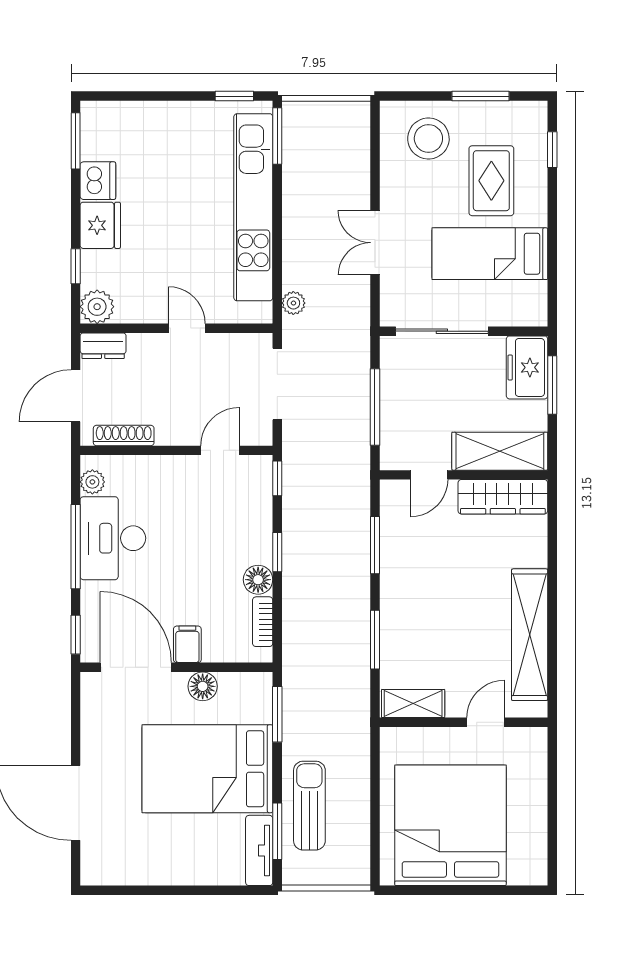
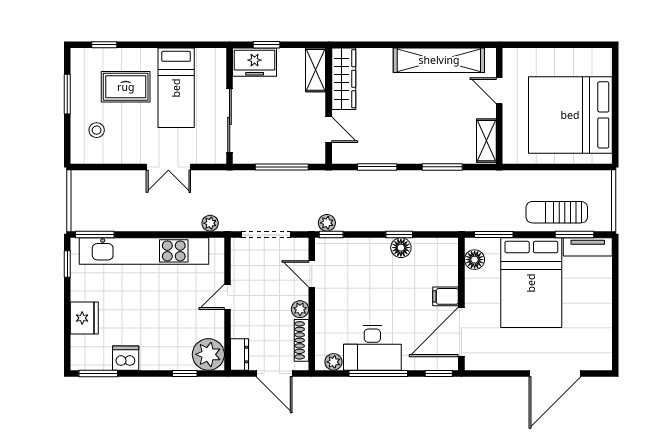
stool: (428, 138) -> (97, 130), width x0.53, depth x0.53
fridge: (100, 225) -> (84, 318), moved, turned 90
plant: (97, 307) -> (208, 354), width x1.36, depth x1.36
window: (552, 385) -> (267, 45), width x0.67
plant: (169, 433) -> (300, 309), added
shelving: (500, 451) -> (316, 70), width x0.67, depth x0.75
plant: (294, 472) -> (327, 223), added
window: (277, 552) -> (399, 234), moved
bookcase: (263, 622) -> (430, 244), removed
floor lamp: (203, 686) -> (475, 260), moved

